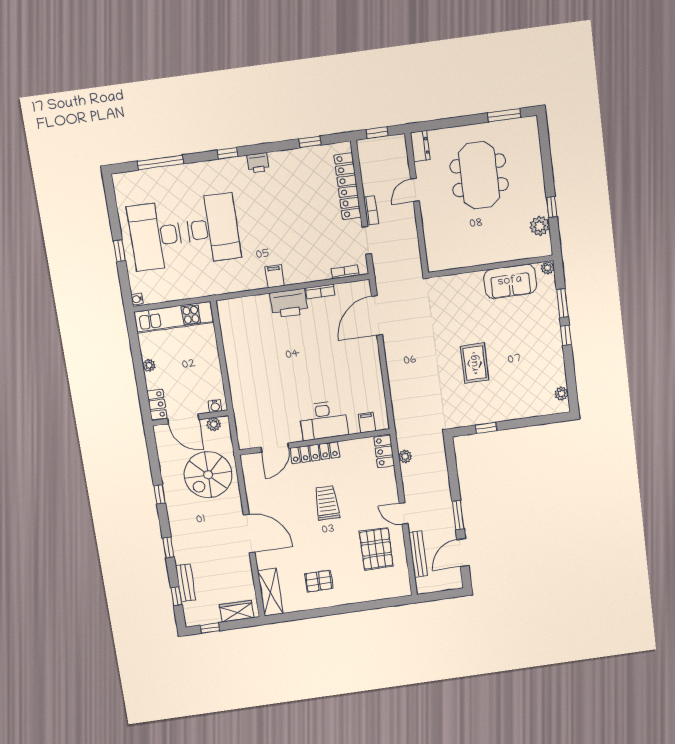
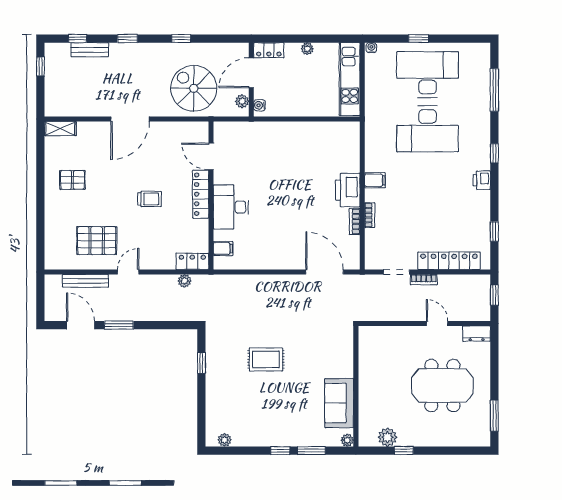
bookcase: (345, 272) -> (370, 215), moved
trolley: (327, 503) -> (150, 199), width x0.73, depth x0.72
pallet: (319, 581) -> (72, 180), turned 90
shelving: (270, 592) -> (60, 129), width x0.67, depth x0.75
wardrobe: (237, 611) -> (54, 95), removed

